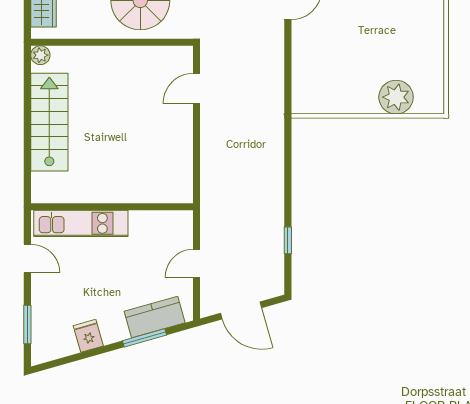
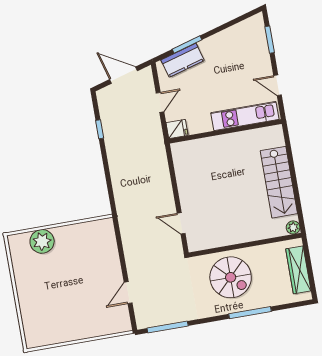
door: (196, 88) -> (181, 223), swing flipped
fridge: (88, 336) -> (177, 129), moved, turned -74

